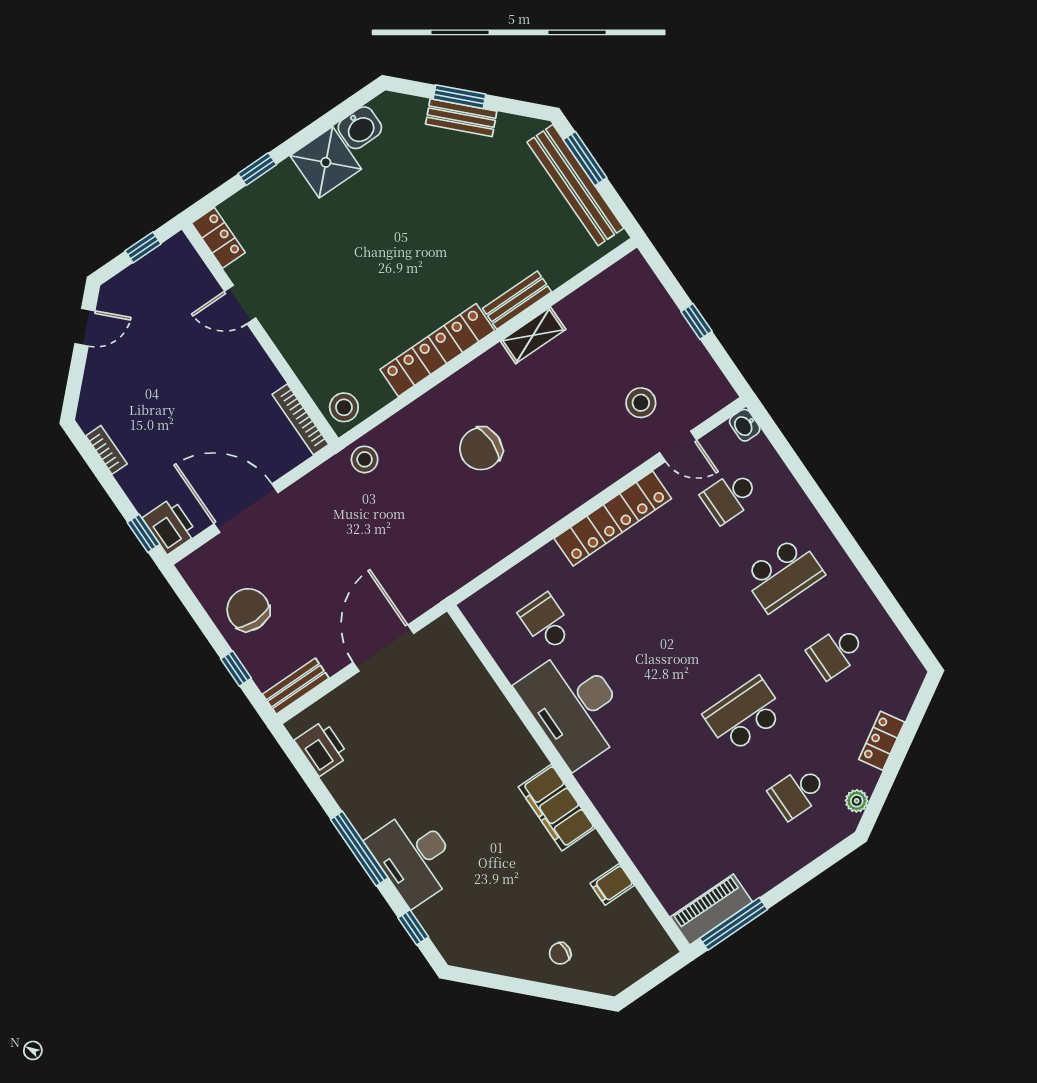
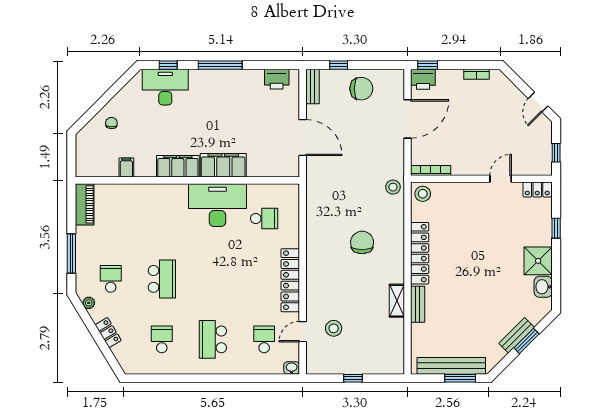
filing cabinet: (508, 740) -> (223, 165), added
desk: (414, 857) -> (165, 87), moved
window: (734, 924) -> (71, 253), moved

